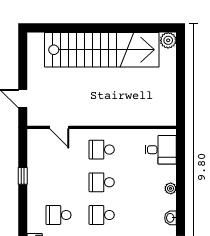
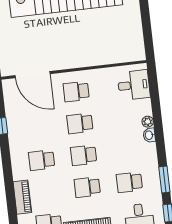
door: (59, 127) -> (33, 75), width x1.87
washbasin: (171, 218) -> (149, 135), moved

